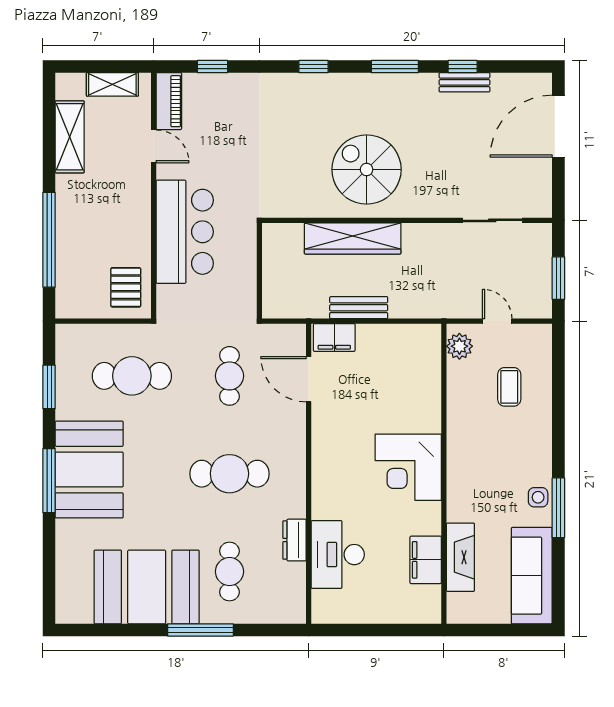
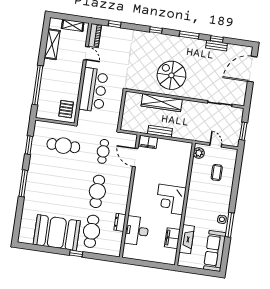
booth: (89, 470) -> (40, 181), removed
cafe table: (229, 474) -> (97, 191), turned 90
cafe table: (229, 572) -> (92, 231), width x1.37, depth x1.35
window: (200, 630) -> (76, 253), width x0.46

